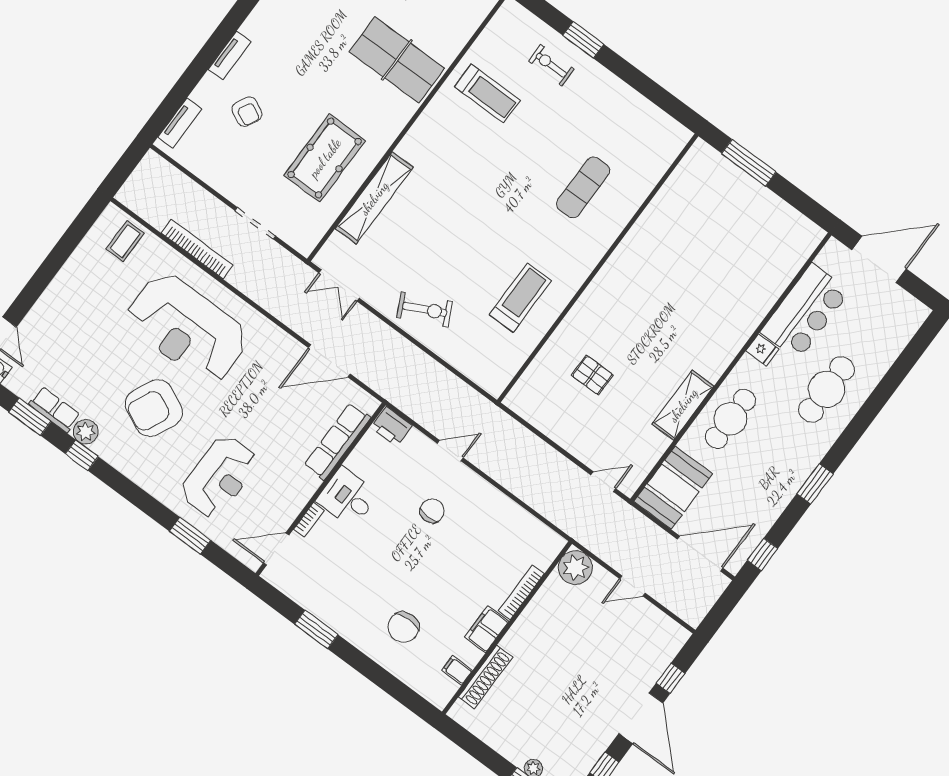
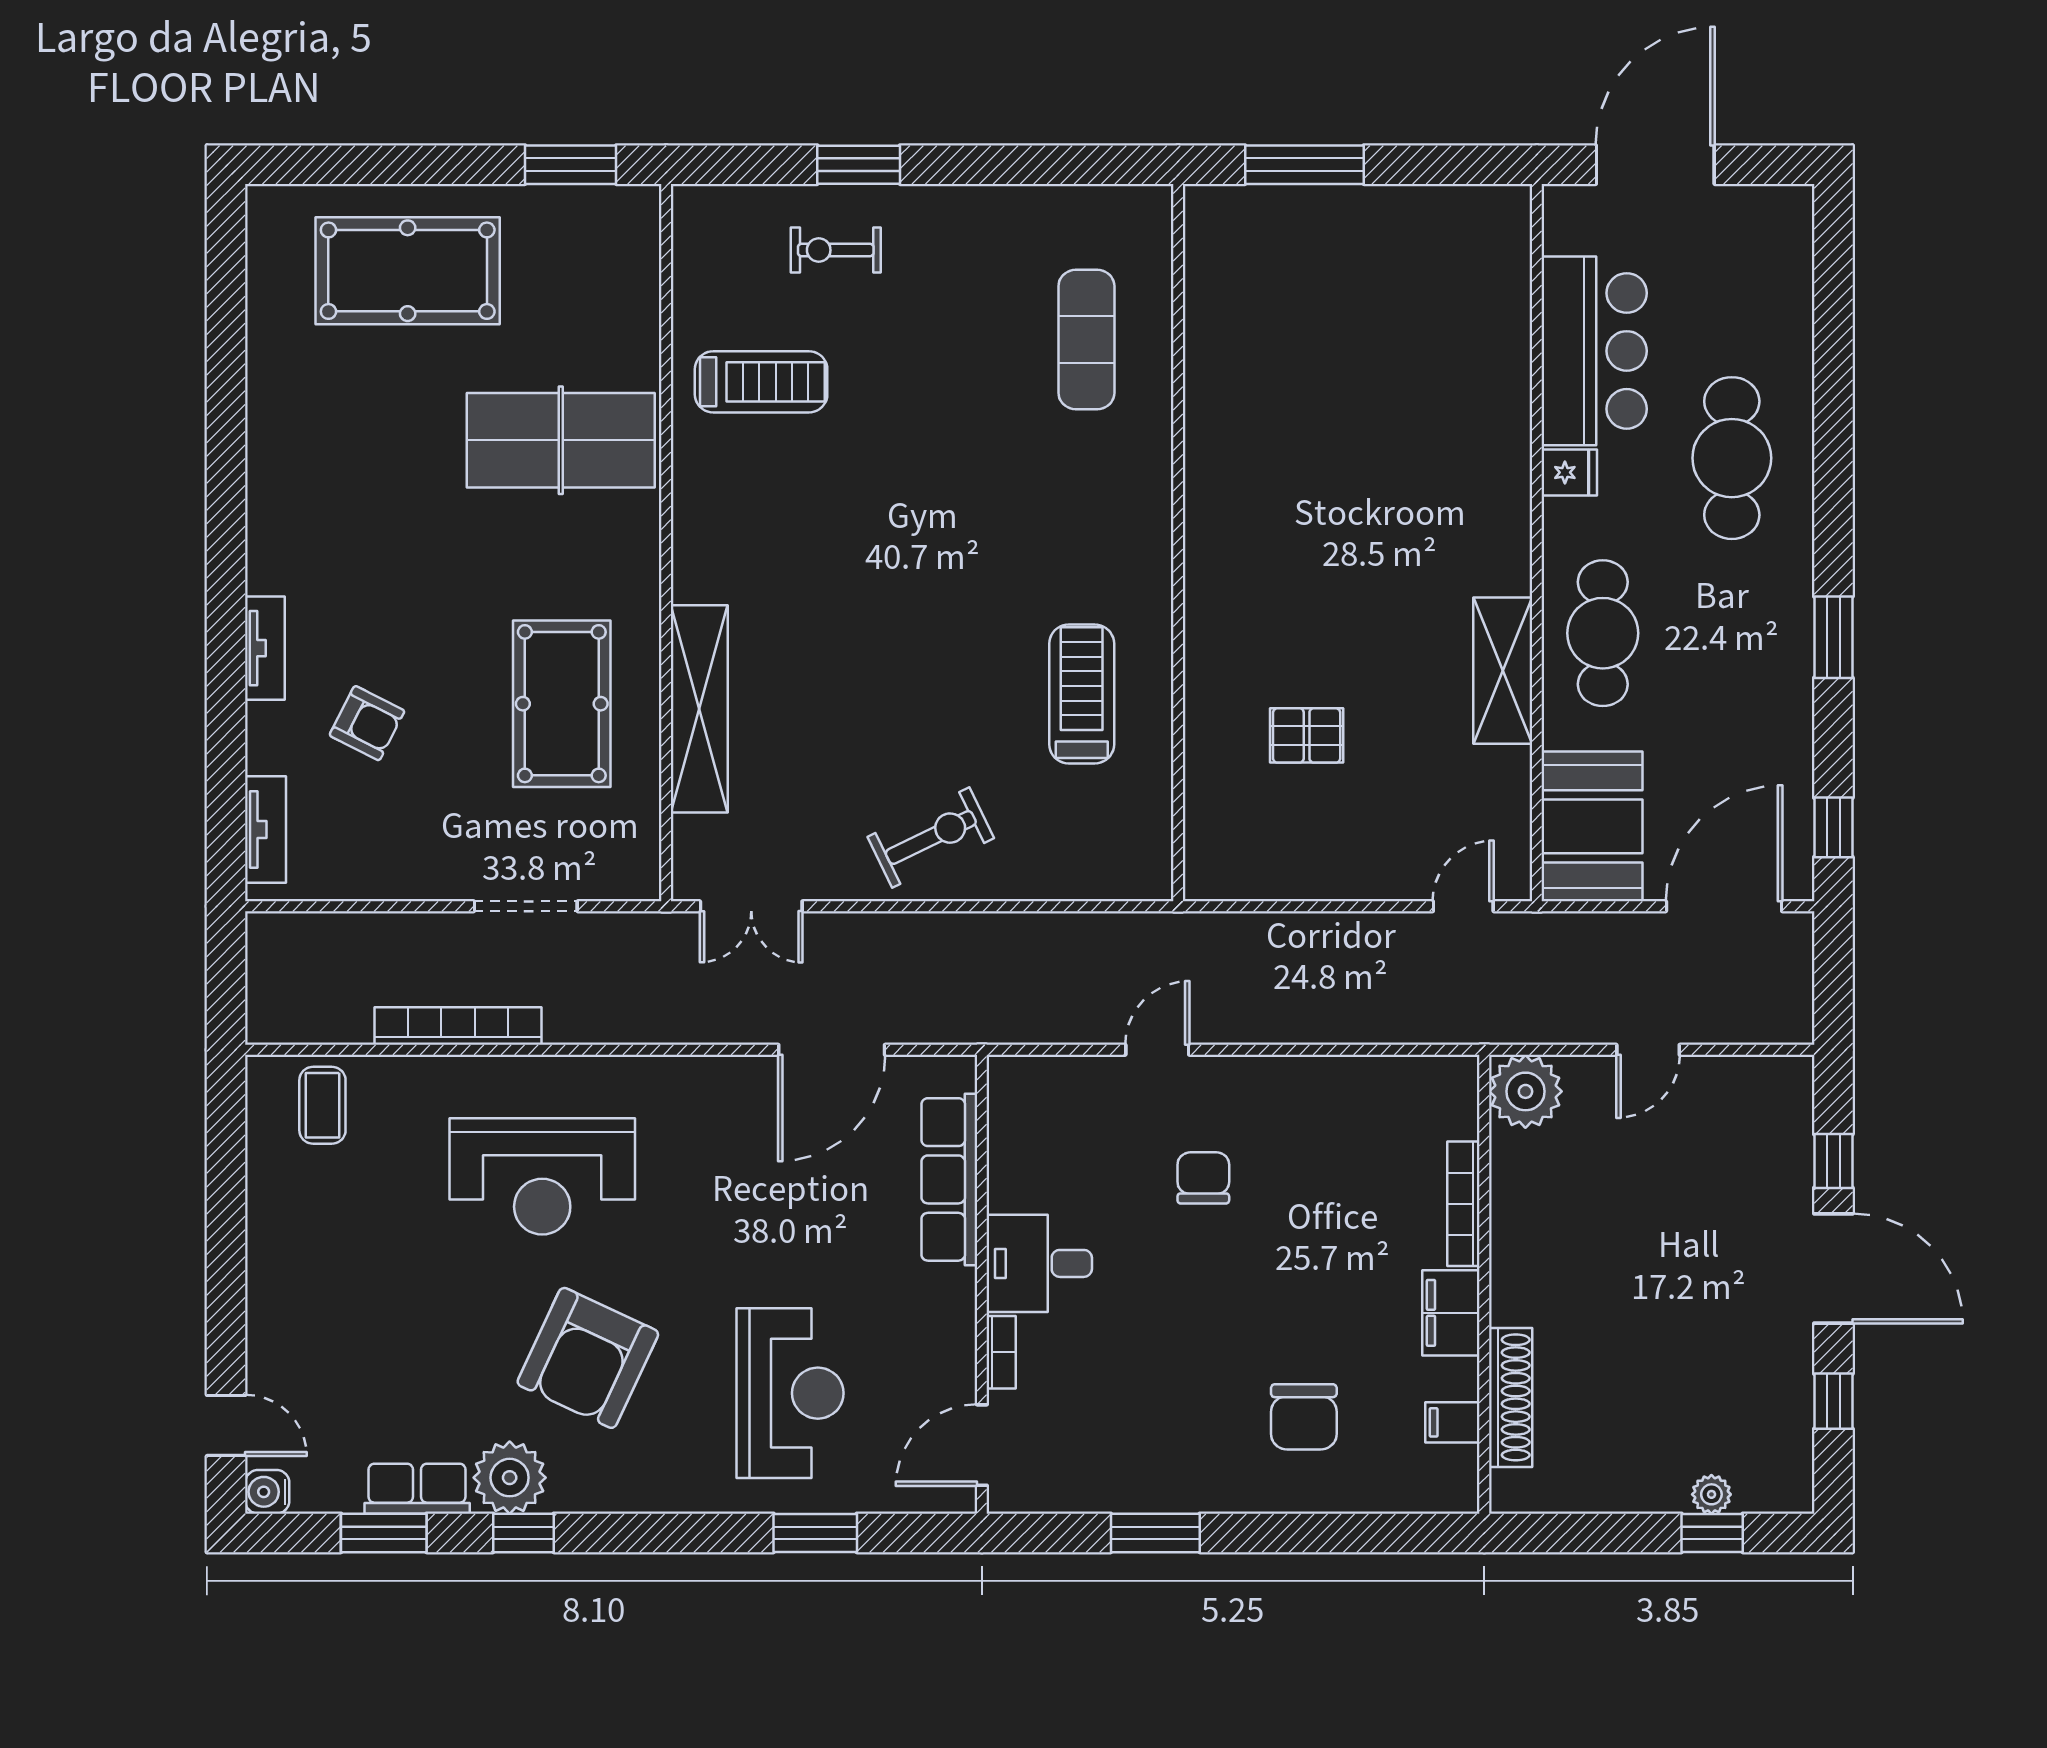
exercise mat: (583, 187) -> (1086, 340), moved
reception desk: (187, 328) -> (542, 1176), width x0.74, depth x0.77
printer: (392, 426) -> (1024, 1083), removed
plant: (86, 432) -> (510, 1478), width x1.36, depth x1.36

